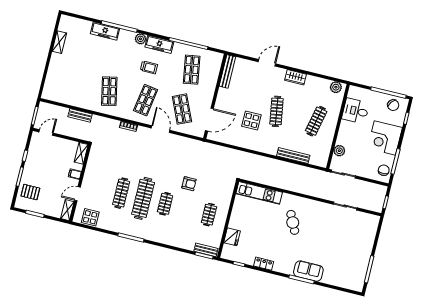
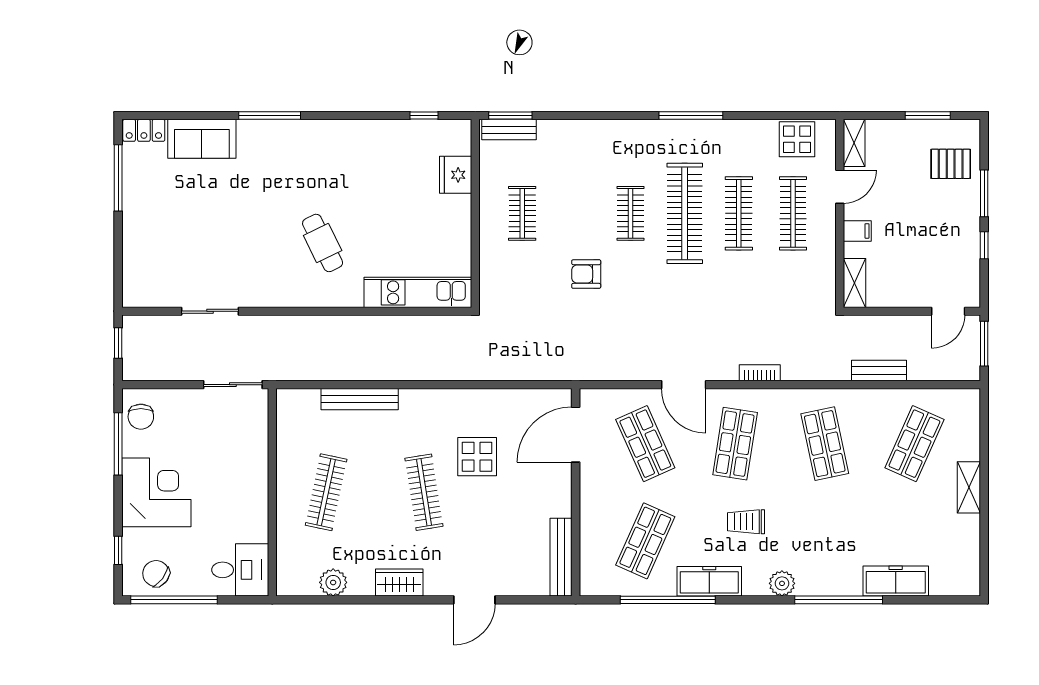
freezer: (105, 31) -> (896, 581), moved
shelving: (59, 42) -> (969, 487), moved
freezer: (159, 44) -> (709, 581), moved
shop shelf: (192, 70) -> (645, 541), turned 33
shop shelf: (73, 82) -> (914, 444), added
plant: (336, 87) -> (333, 582), moved
desk: (356, 111) -> (240, 570), moved
plant: (339, 151) -> (255, 437), removed
clothes rail: (99, 188) -> (793, 213), added
locker: (264, 264) -> (144, 130), moved
sofa: (308, 271) -> (202, 139), moved

